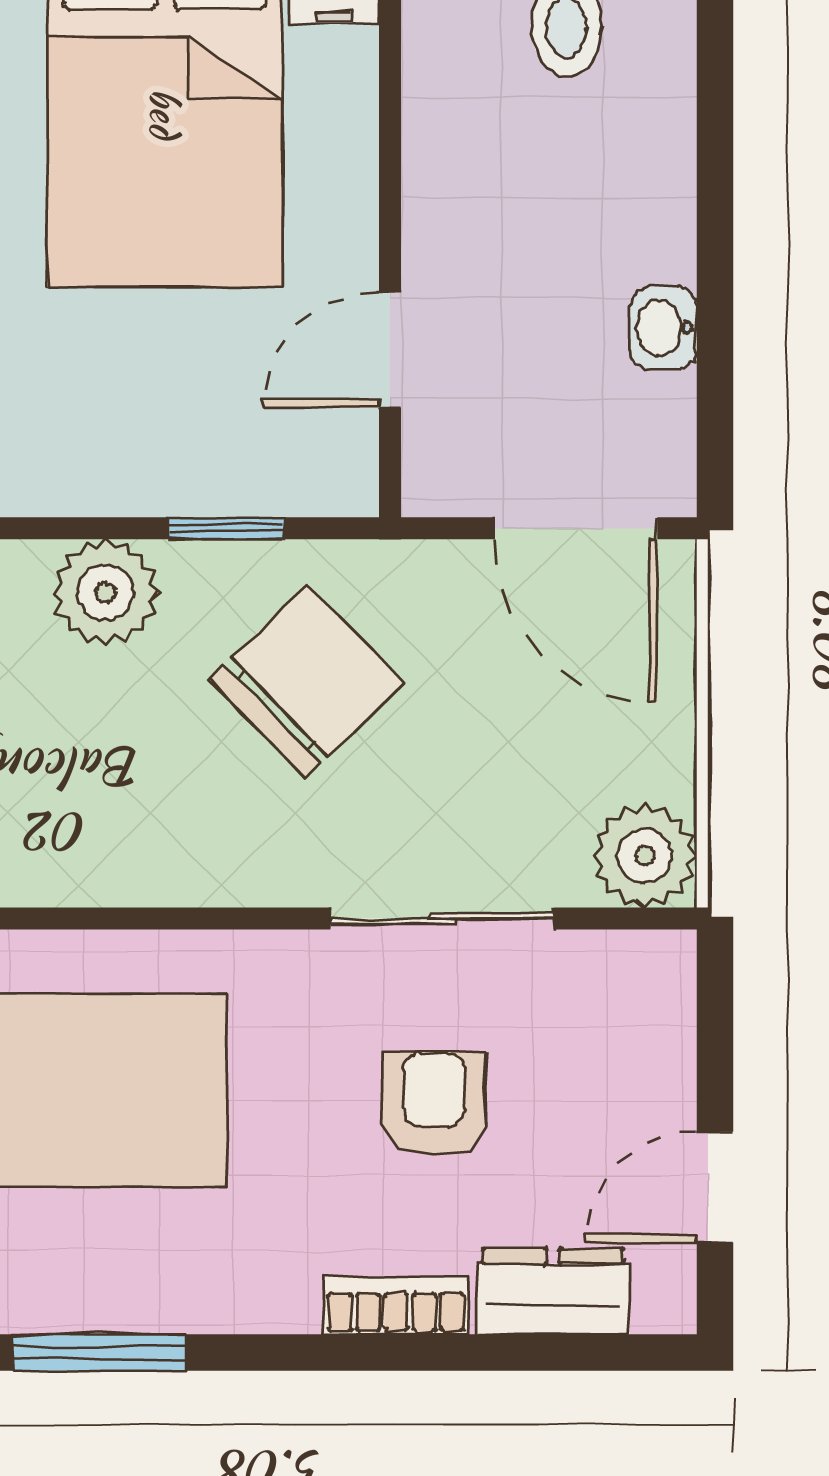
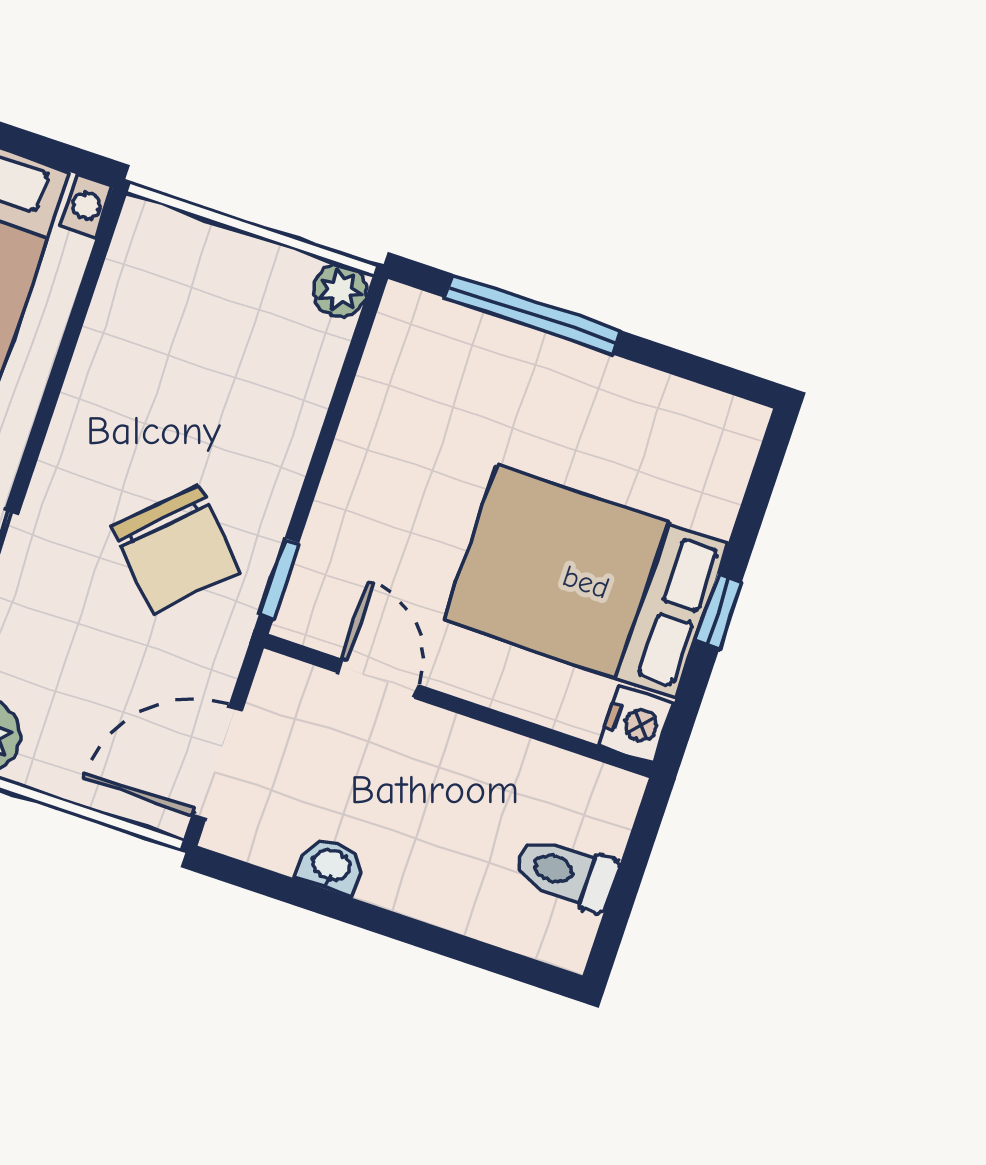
window: (227, 528) -> (279, 579), moved
plant: (105, 593) -> (280, 434), removed

